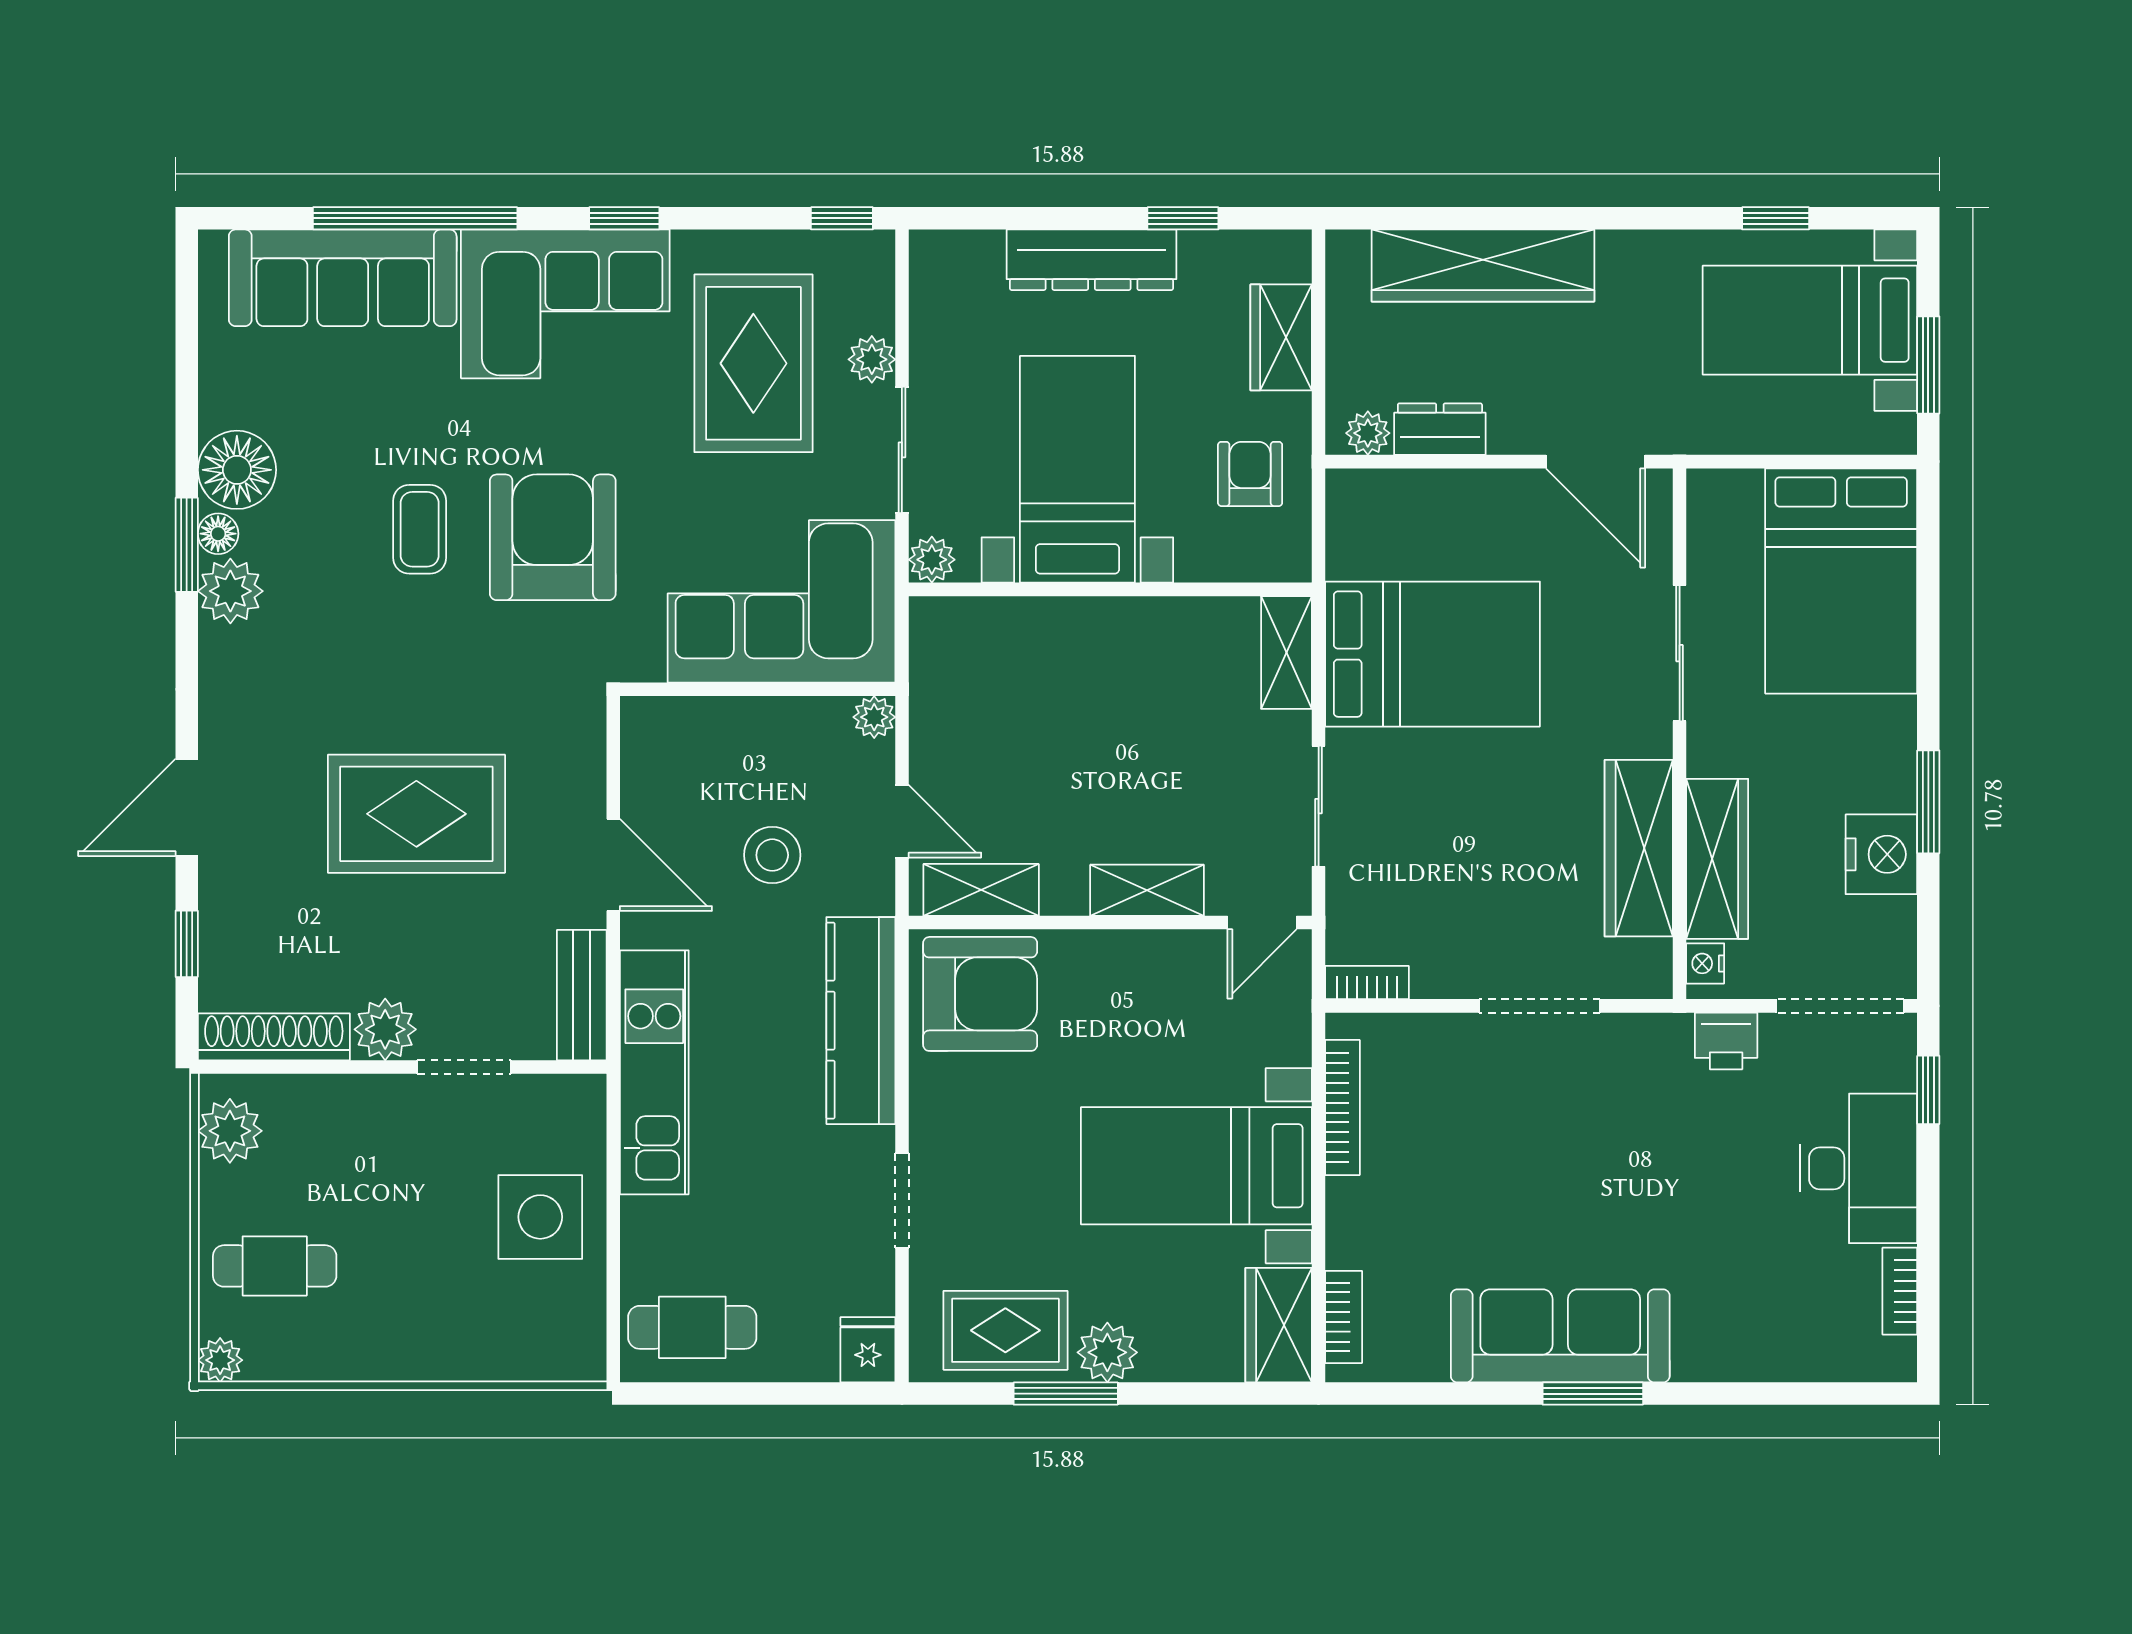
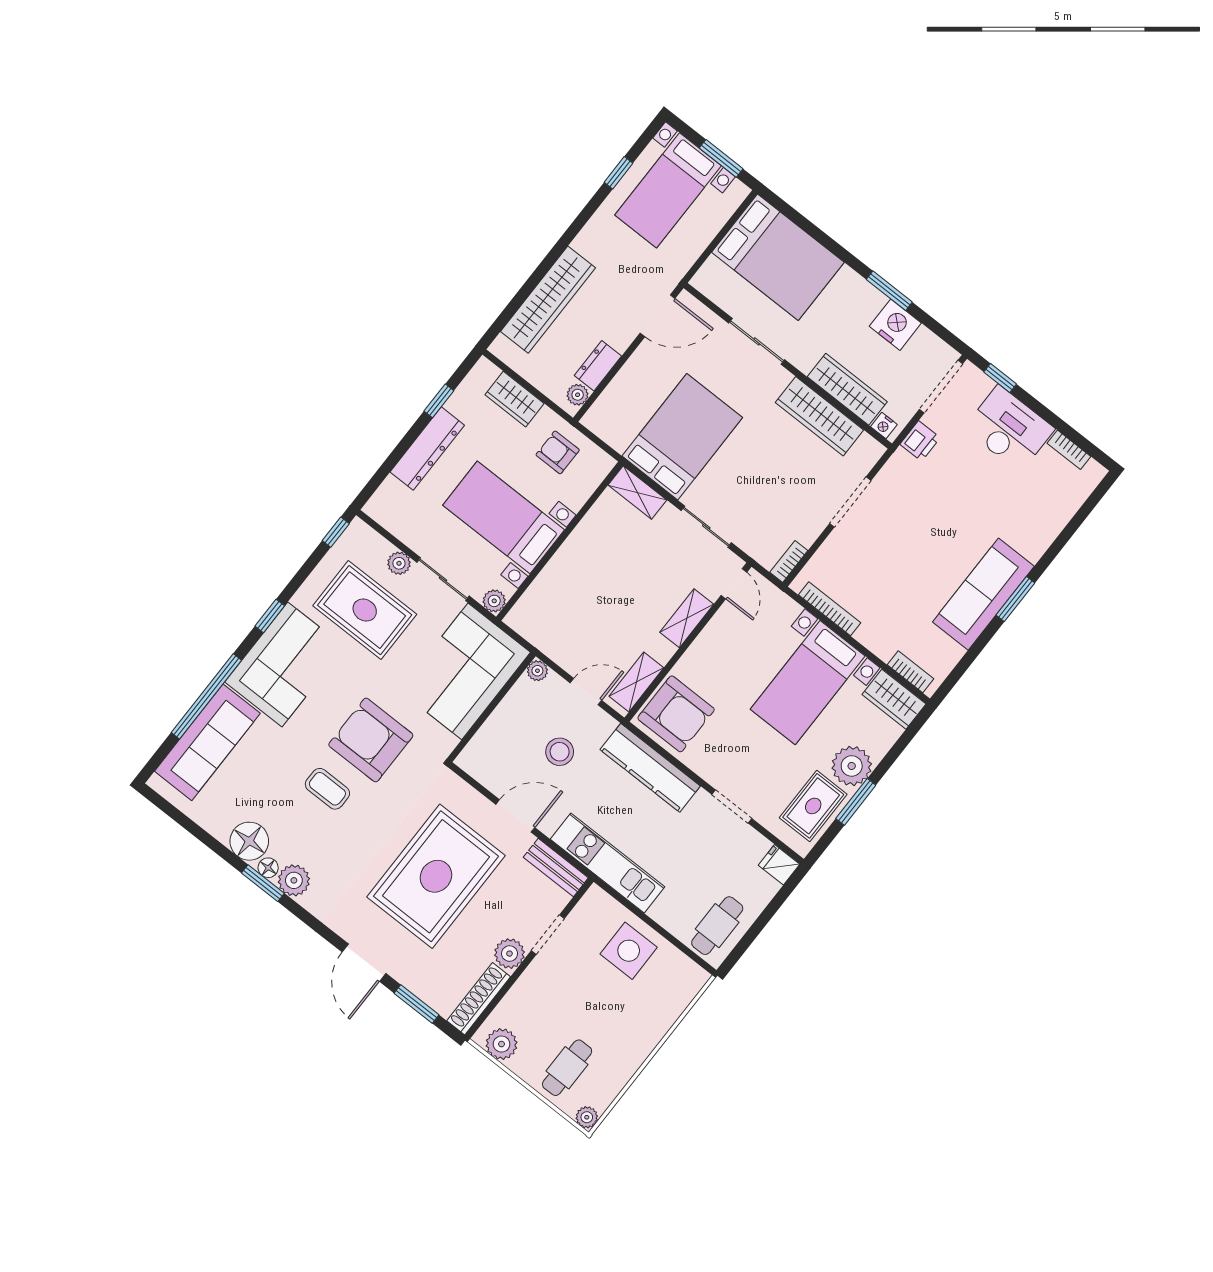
rug: (416, 814) -> (436, 876), width x1.37, depth x1.44
window: (187, 944) -> (416, 1004), width x1.50
armchair: (980, 994) -> (676, 714), turned 90
plant: (1107, 1352) -> (852, 766), width x1.36, depth x1.36

